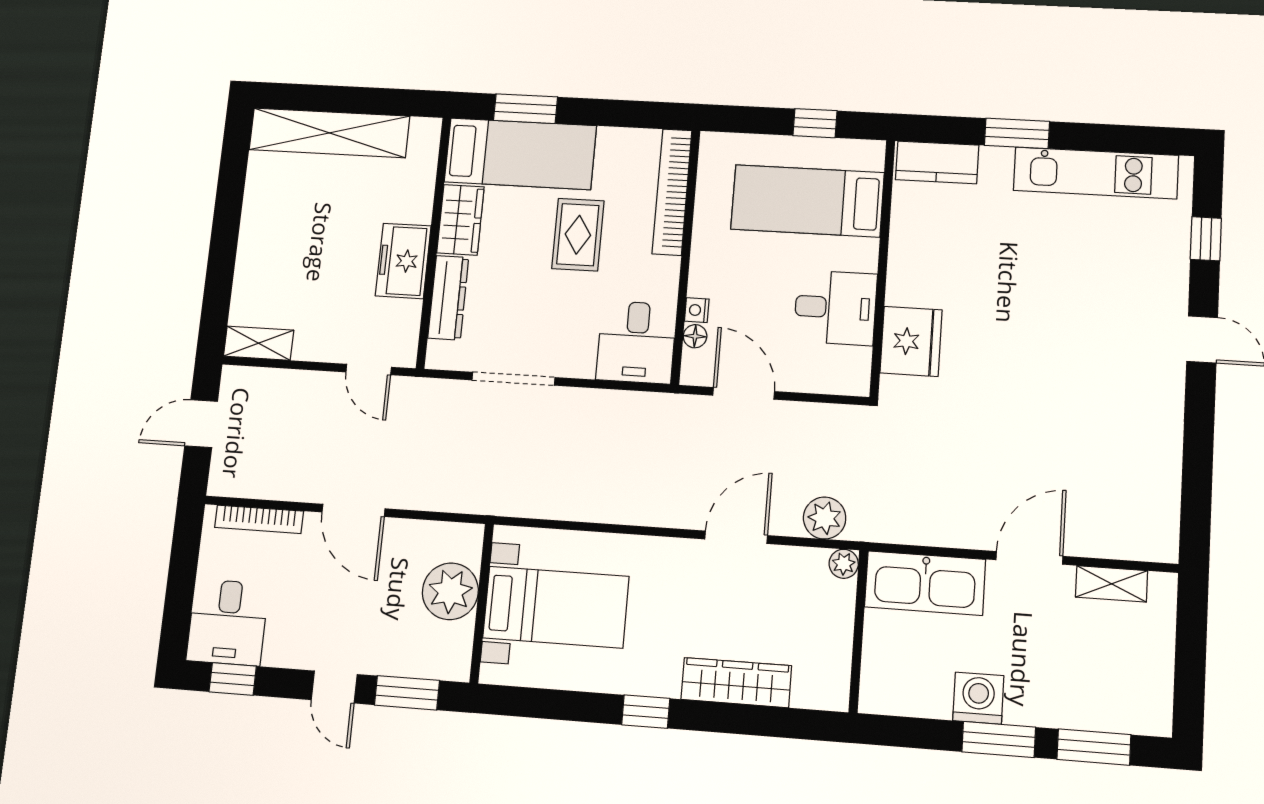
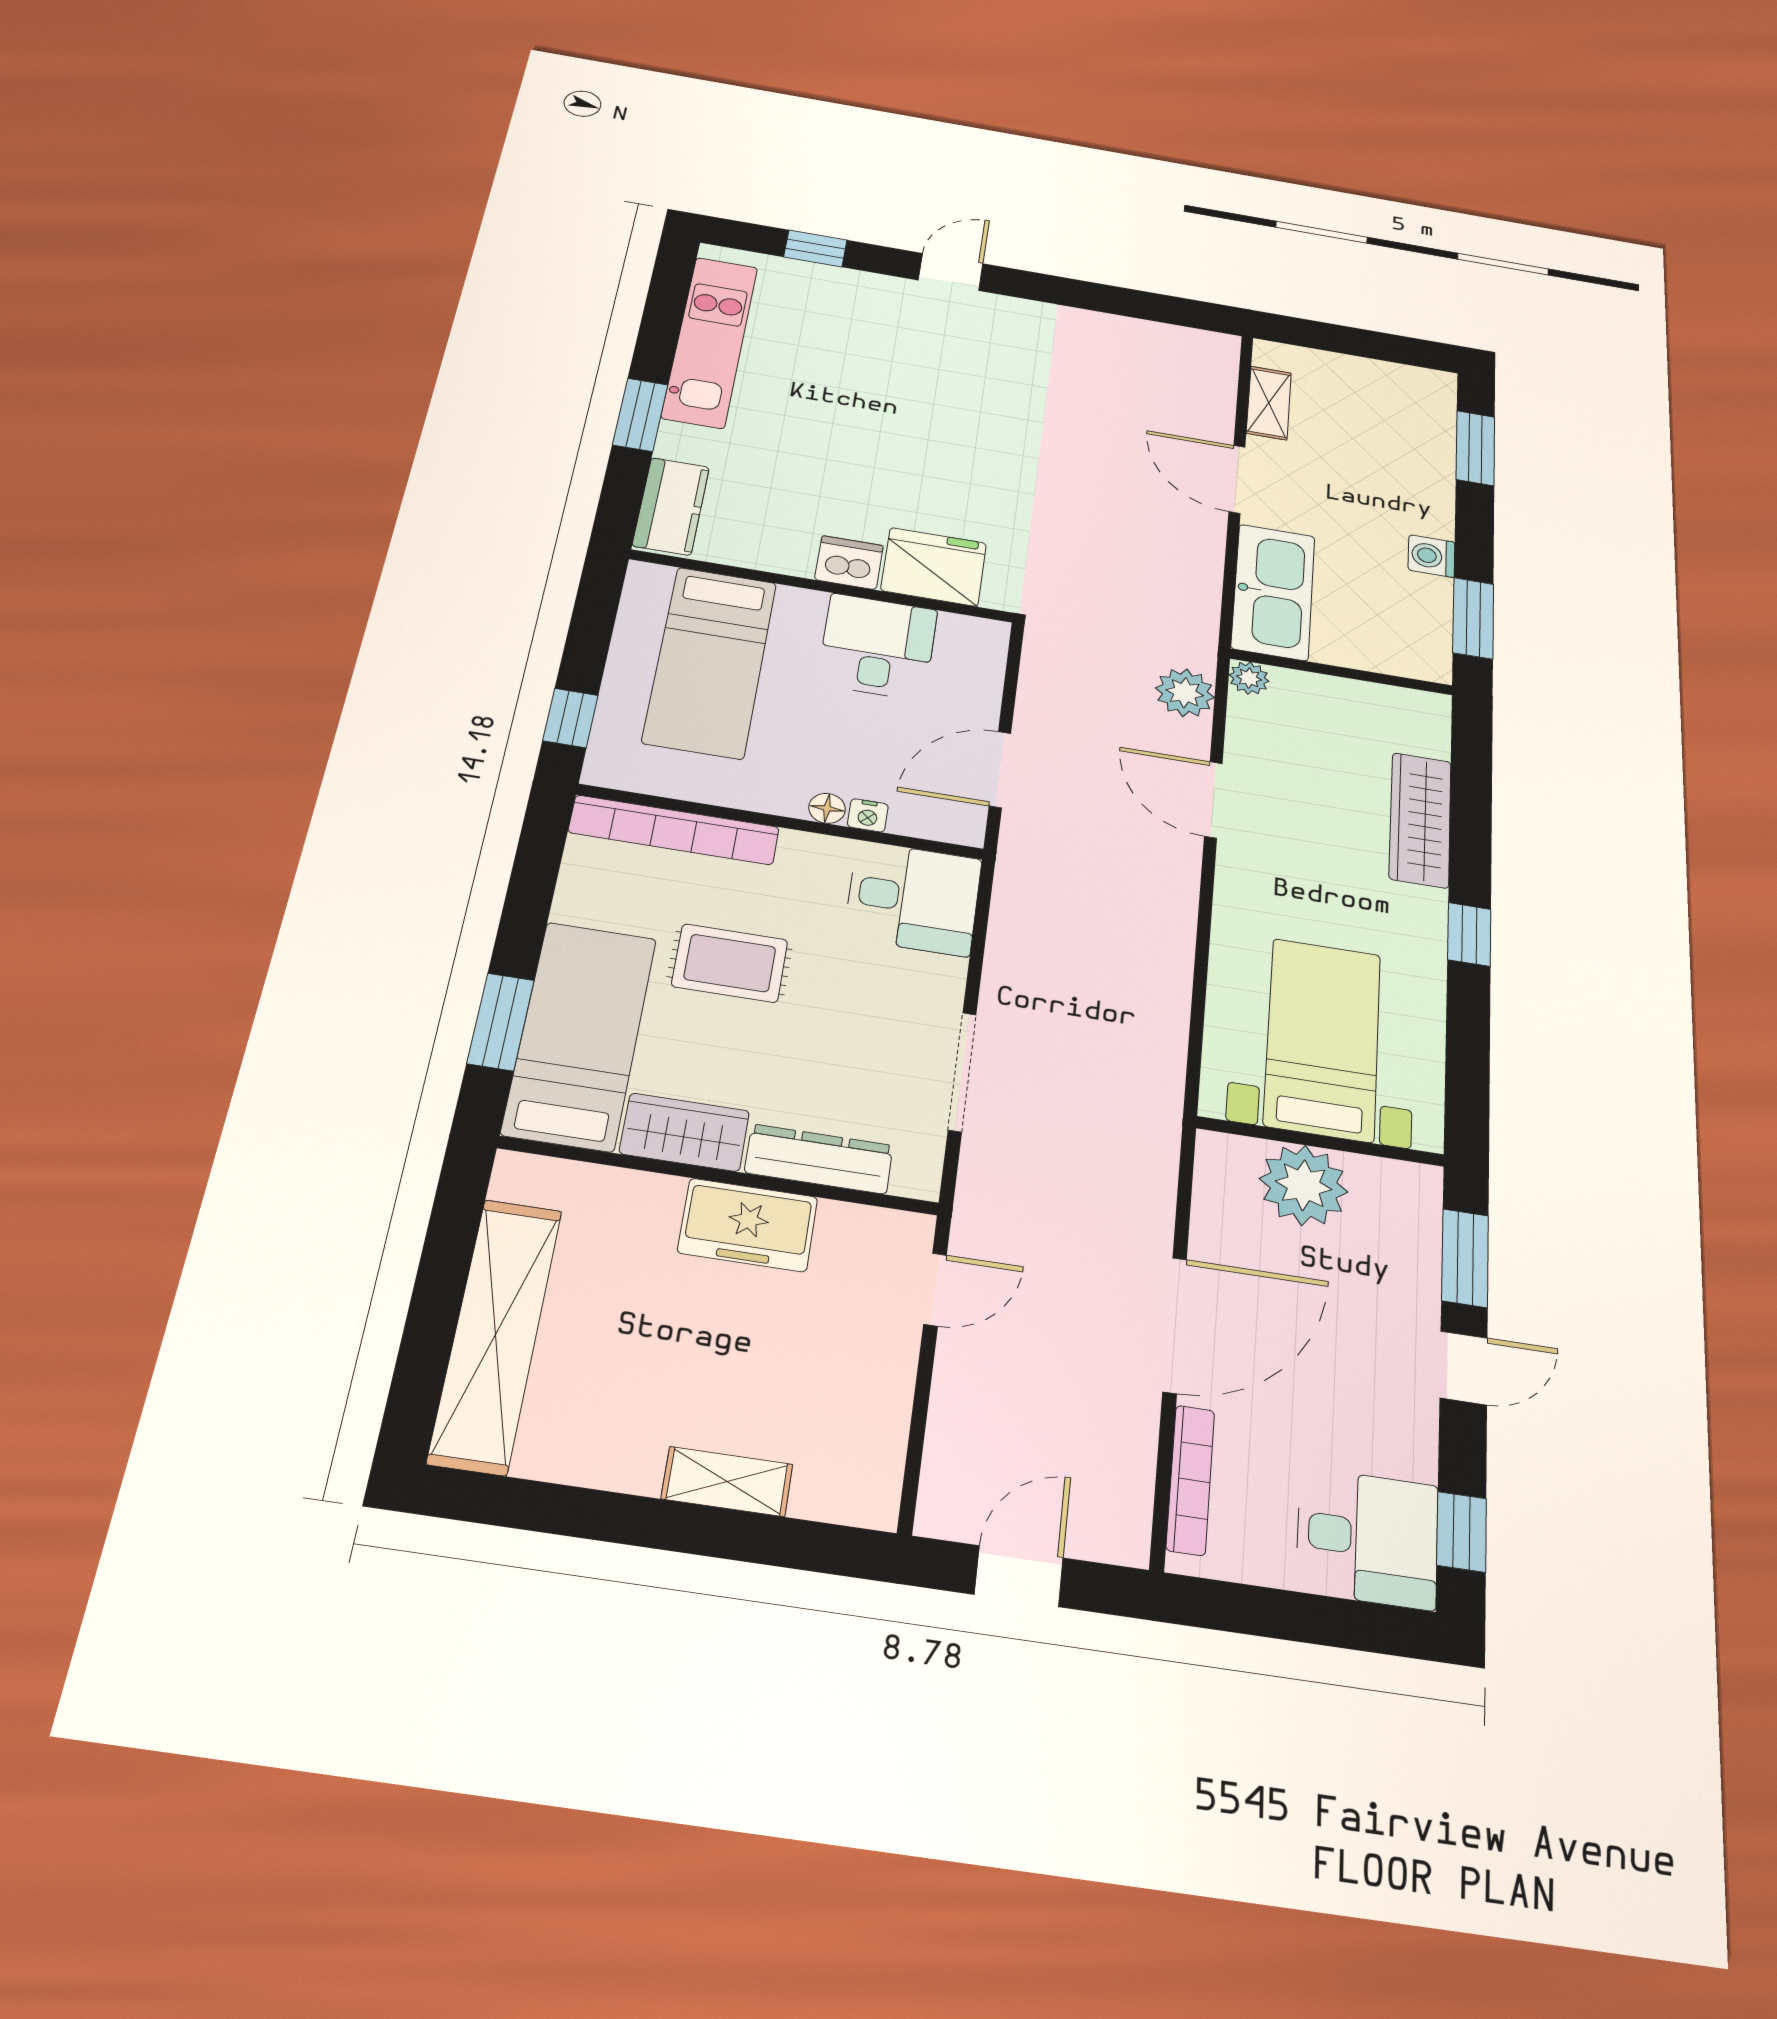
window: (815, 123) -> (571, 718), moved
dishwasher: (906, 284) -> (849, 563), added
floor lamp: (695, 336) -> (827, 808), moved
shelving: (259, 343) -> (727, 1482), moved, turned 90
door: (201, 424) -> (1019, 1576), swing flipped
door: (353, 510) -> (1175, 1325), width x1.36
washing machine: (978, 698) -> (1431, 556), width x0.73, depth x0.73
window: (999, 740) -> (1473, 618), moved

